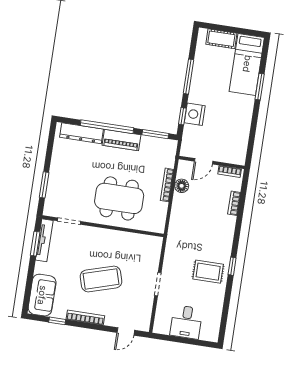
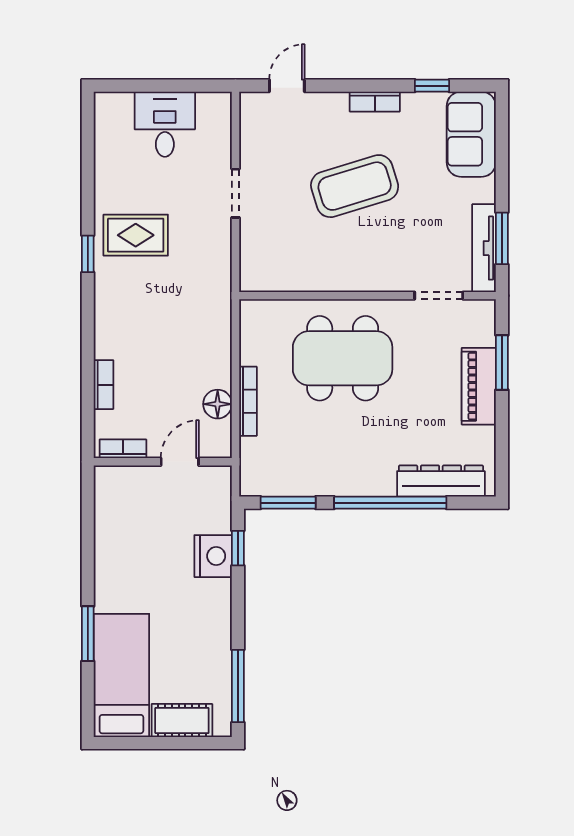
window: (188, 77) -> (238, 686), moved
piano: (121, 140) -> (479, 386), moved, turned -90
bookcase: (85, 318) -> (375, 102), width x0.64

